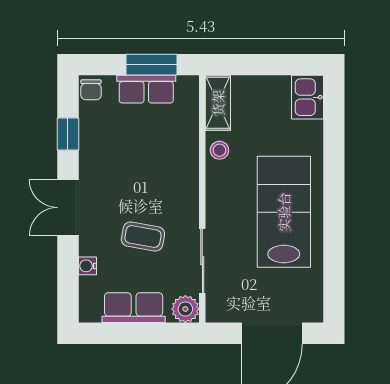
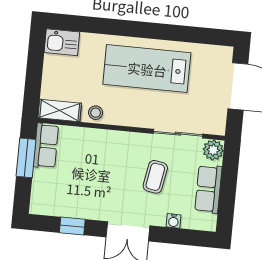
row of seats: (146, 89) -> (46, 146), moved
chair: (91, 90) -> (41, 205), removed

